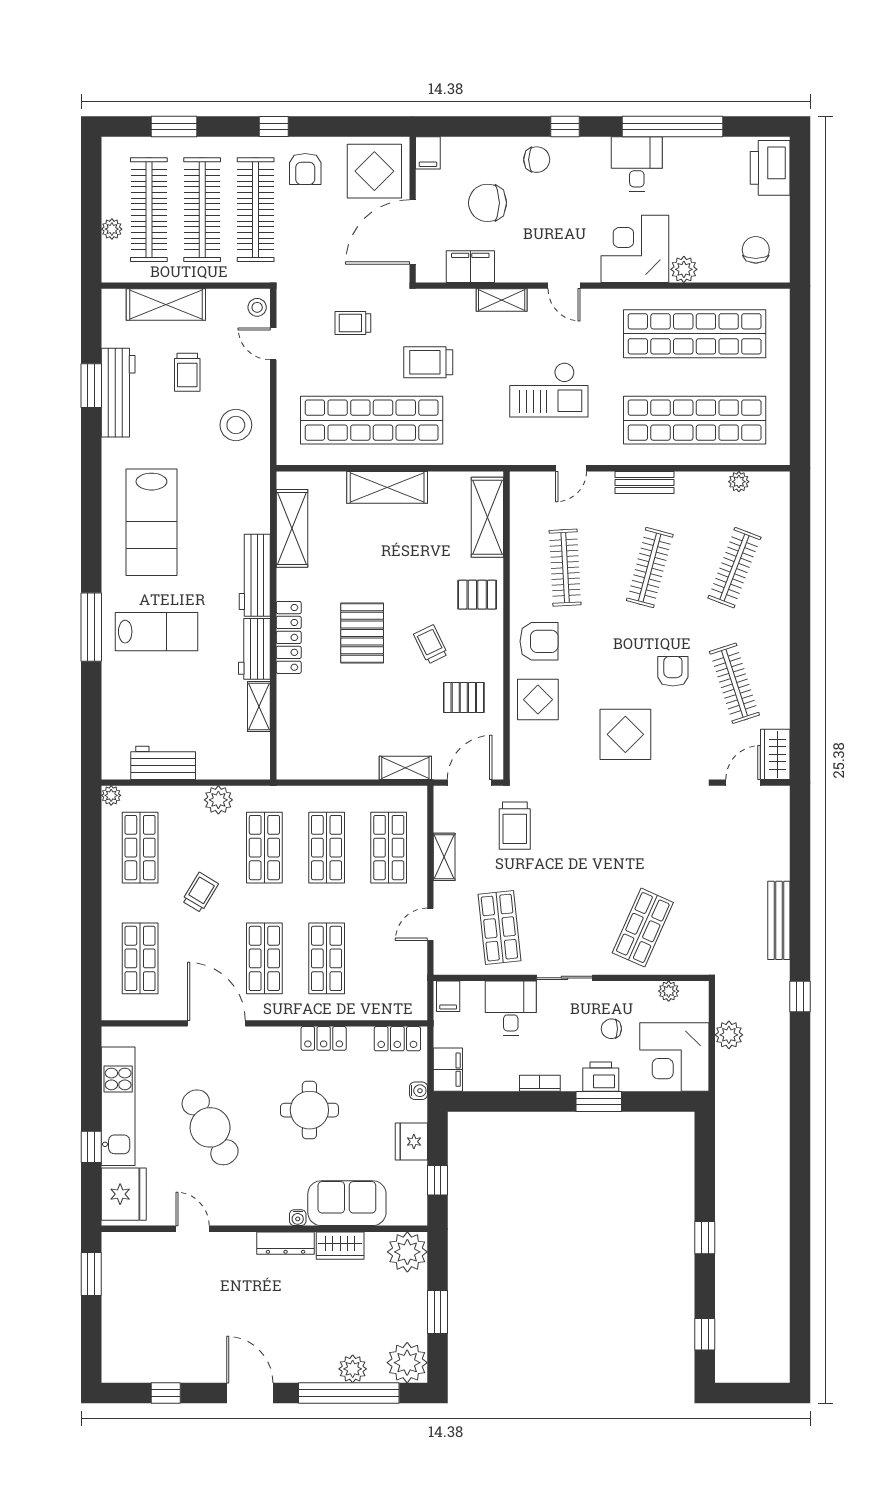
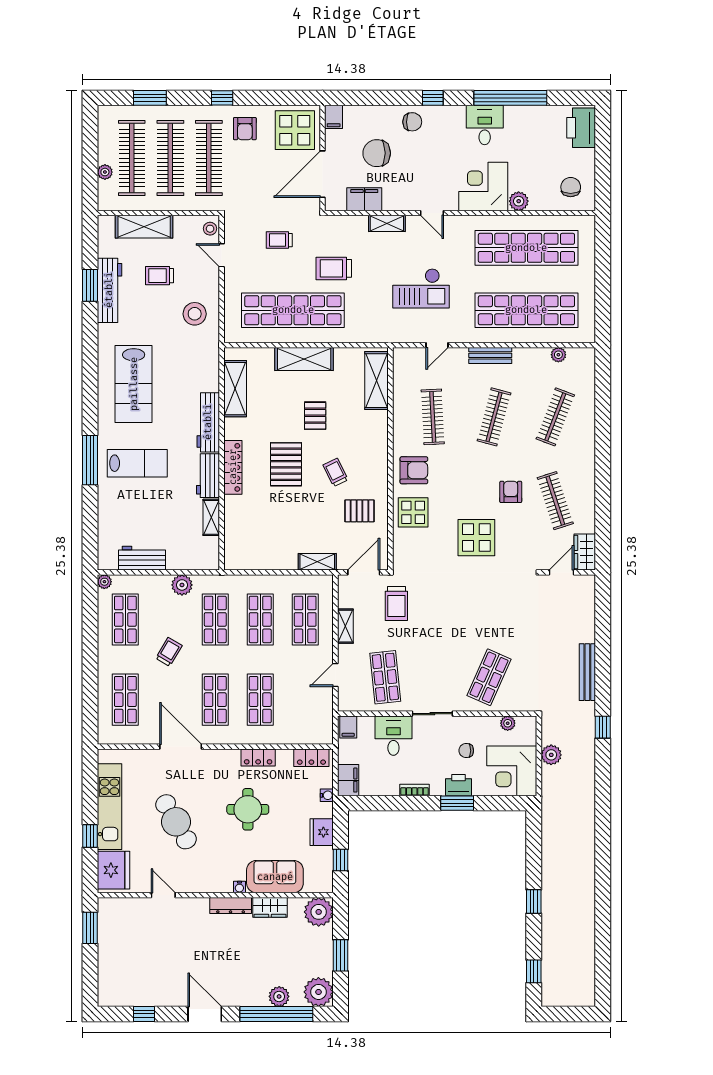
trolley: (187, 372) -> (159, 276), turned 90
pallet: (477, 595) -> (315, 416), moved, turned 90

